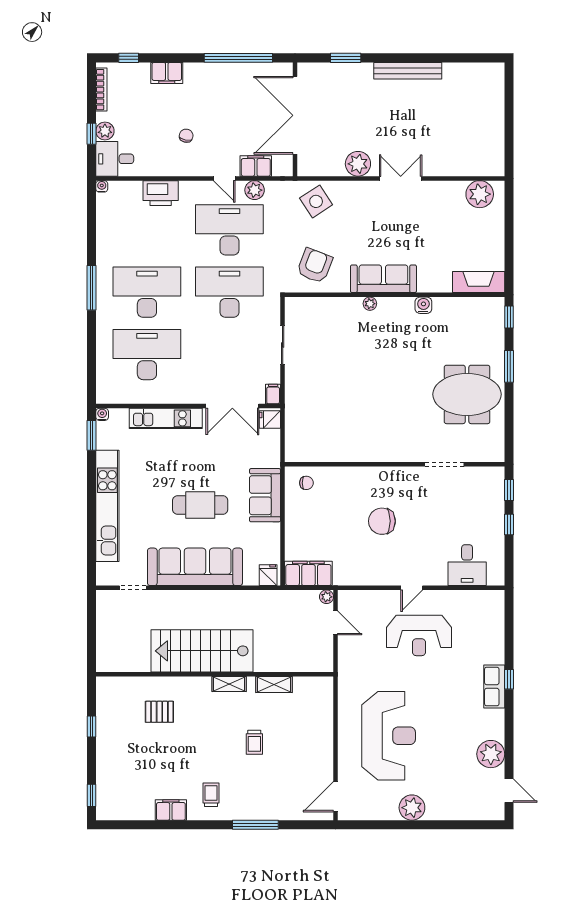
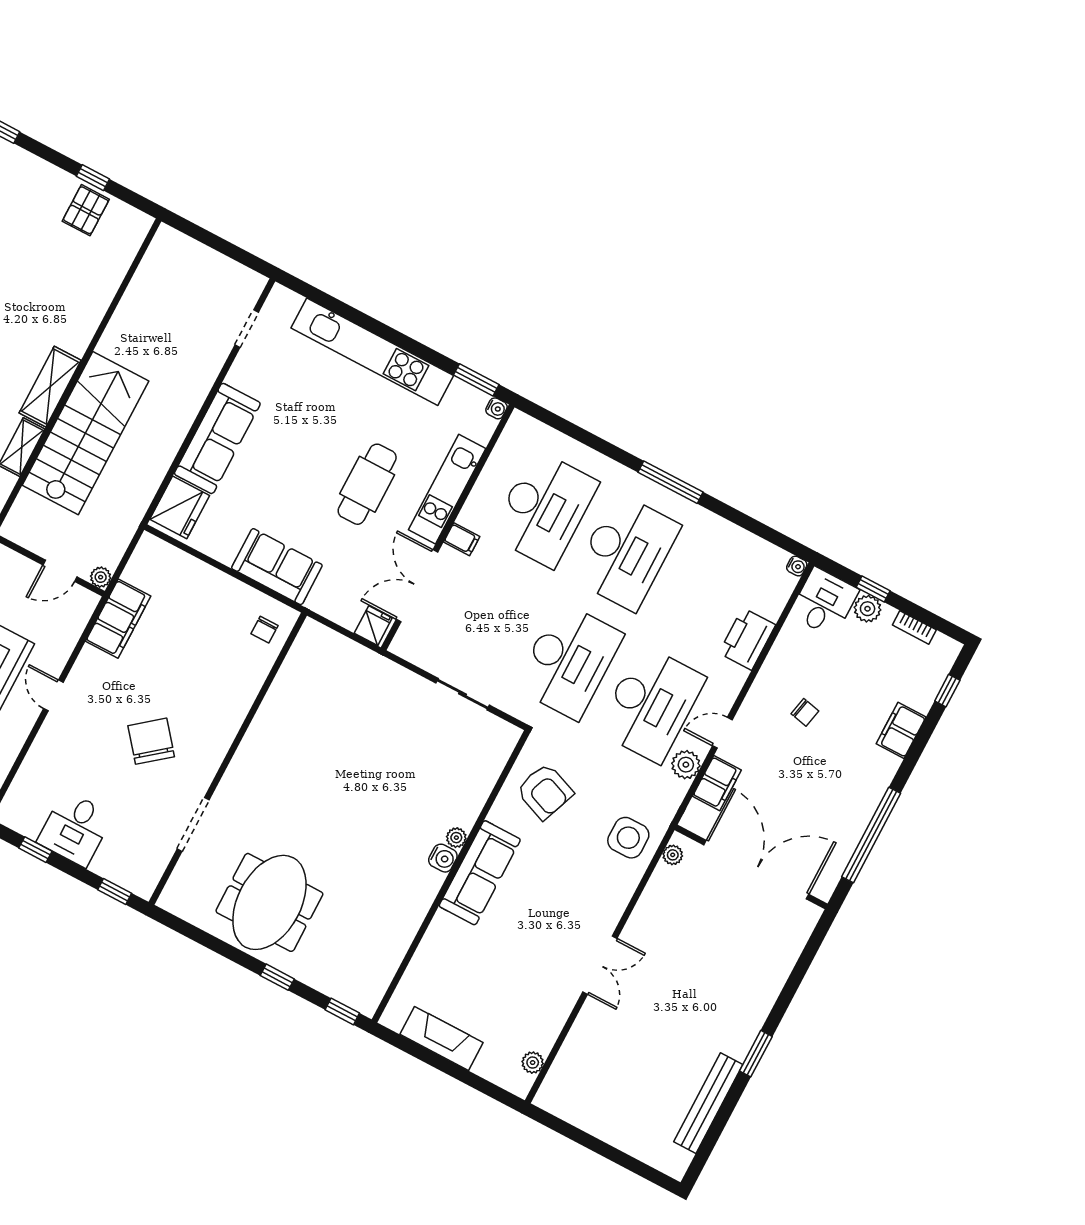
window: (346, 58) -> (756, 1054), moved
bench: (408, 71) -> (708, 1103), moved
bookcase: (101, 90) -> (914, 627), width x0.64
plant: (358, 164) -> (673, 855), moved, width x0.53, depth x0.53
plant: (480, 194) -> (533, 1063), width x0.53, depth x0.53
side table: (316, 201) -> (628, 838), turned 33
fireplace: (479, 282) -> (442, 1038), moved, turned -90
water cooler: (423, 305) -> (443, 858), moved
window: (509, 366) -> (277, 977), width x0.67
filing cabinet: (273, 394) -> (462, 539), moved
cafe table: (200, 505) -> (367, 484), moved
chair: (382, 521) -> (151, 741), moved, turned -39
window: (509, 525) -> (35, 850), moved
desk: (467, 565) -> (75, 829), moved, turned -90
sofa: (195, 567) -> (217, 438), width x0.74, depth x0.79
filing cabinet: (308, 573) -> (118, 619), moved
fridge: (268, 575) -> (180, 507), width x1.88, depth x1.34
stairs: (202, 651) -> (85, 433), moved
shelving: (229, 684) -> (50, 387), width x1.50, depth x1.33
pallet: (159, 712) -> (86, 210), moved

